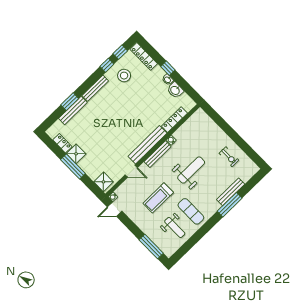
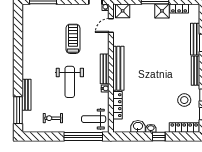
window: (221, 122) -> (83, 136), added
door: (131, 171) -> (111, 25), moved
window: (230, 205) -> (18, 110), moved
exercise mat: (191, 211) -> (40, 53), removed
weight bench: (175, 228) -> (94, 119), moved

